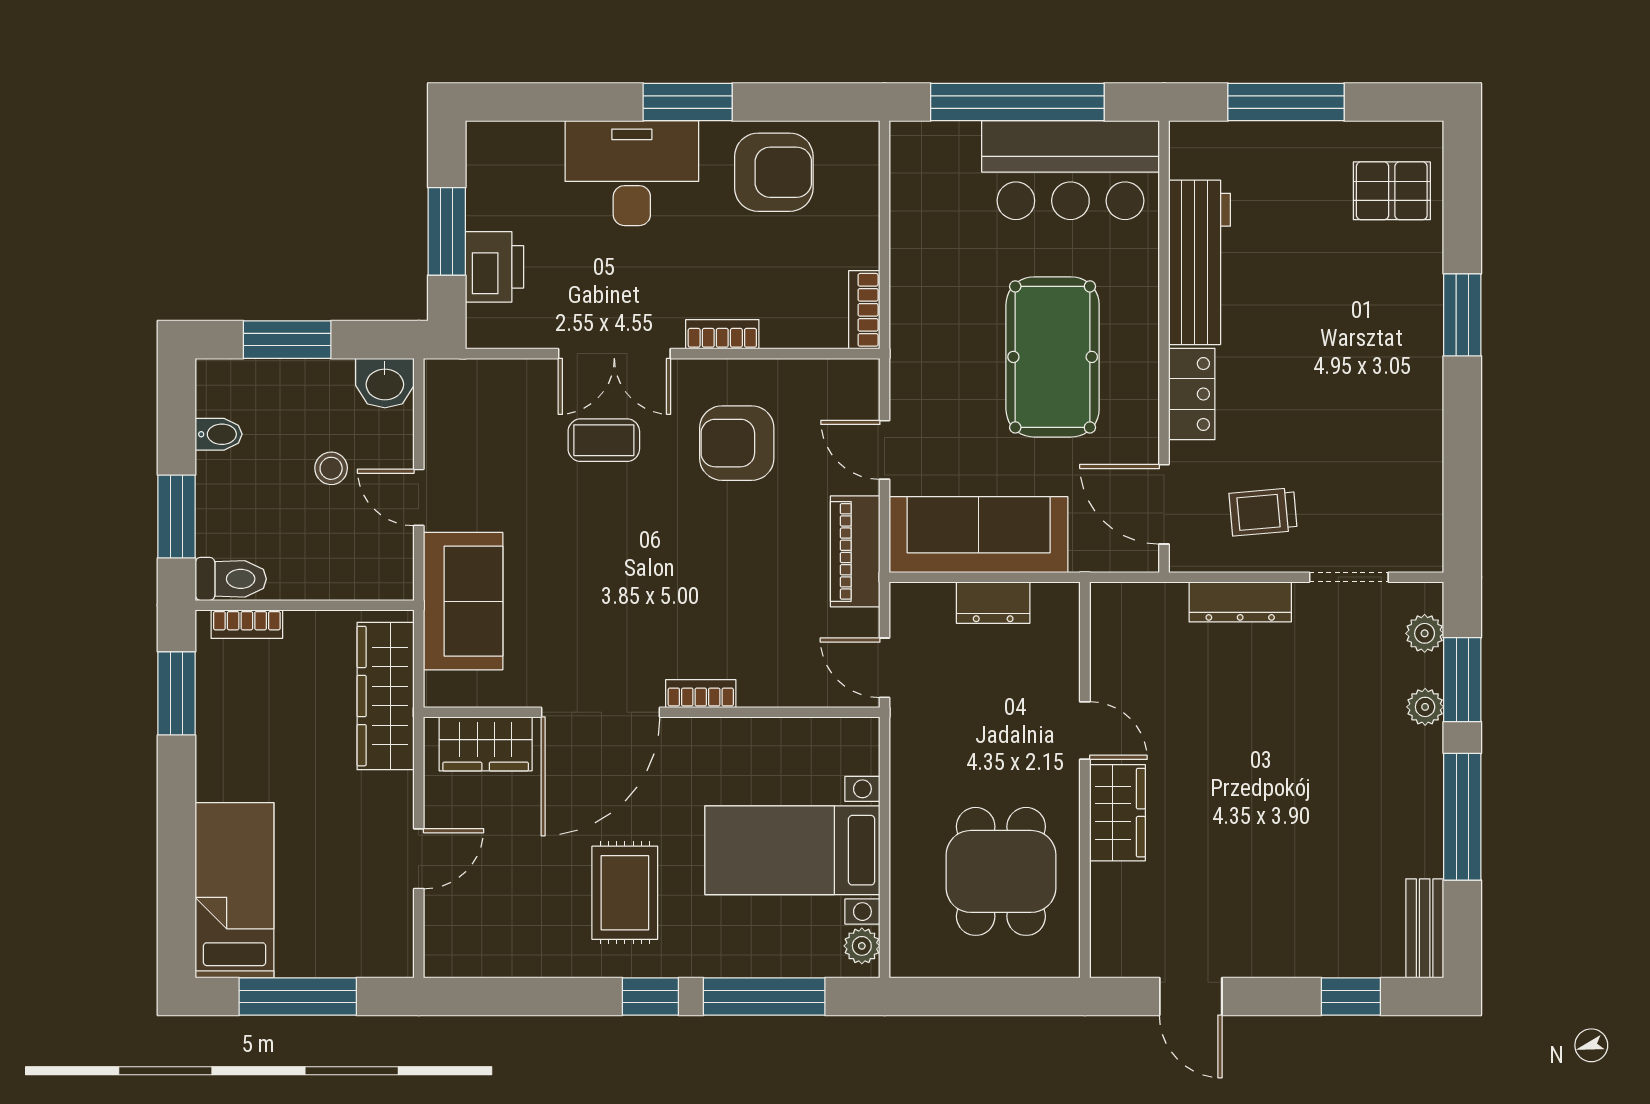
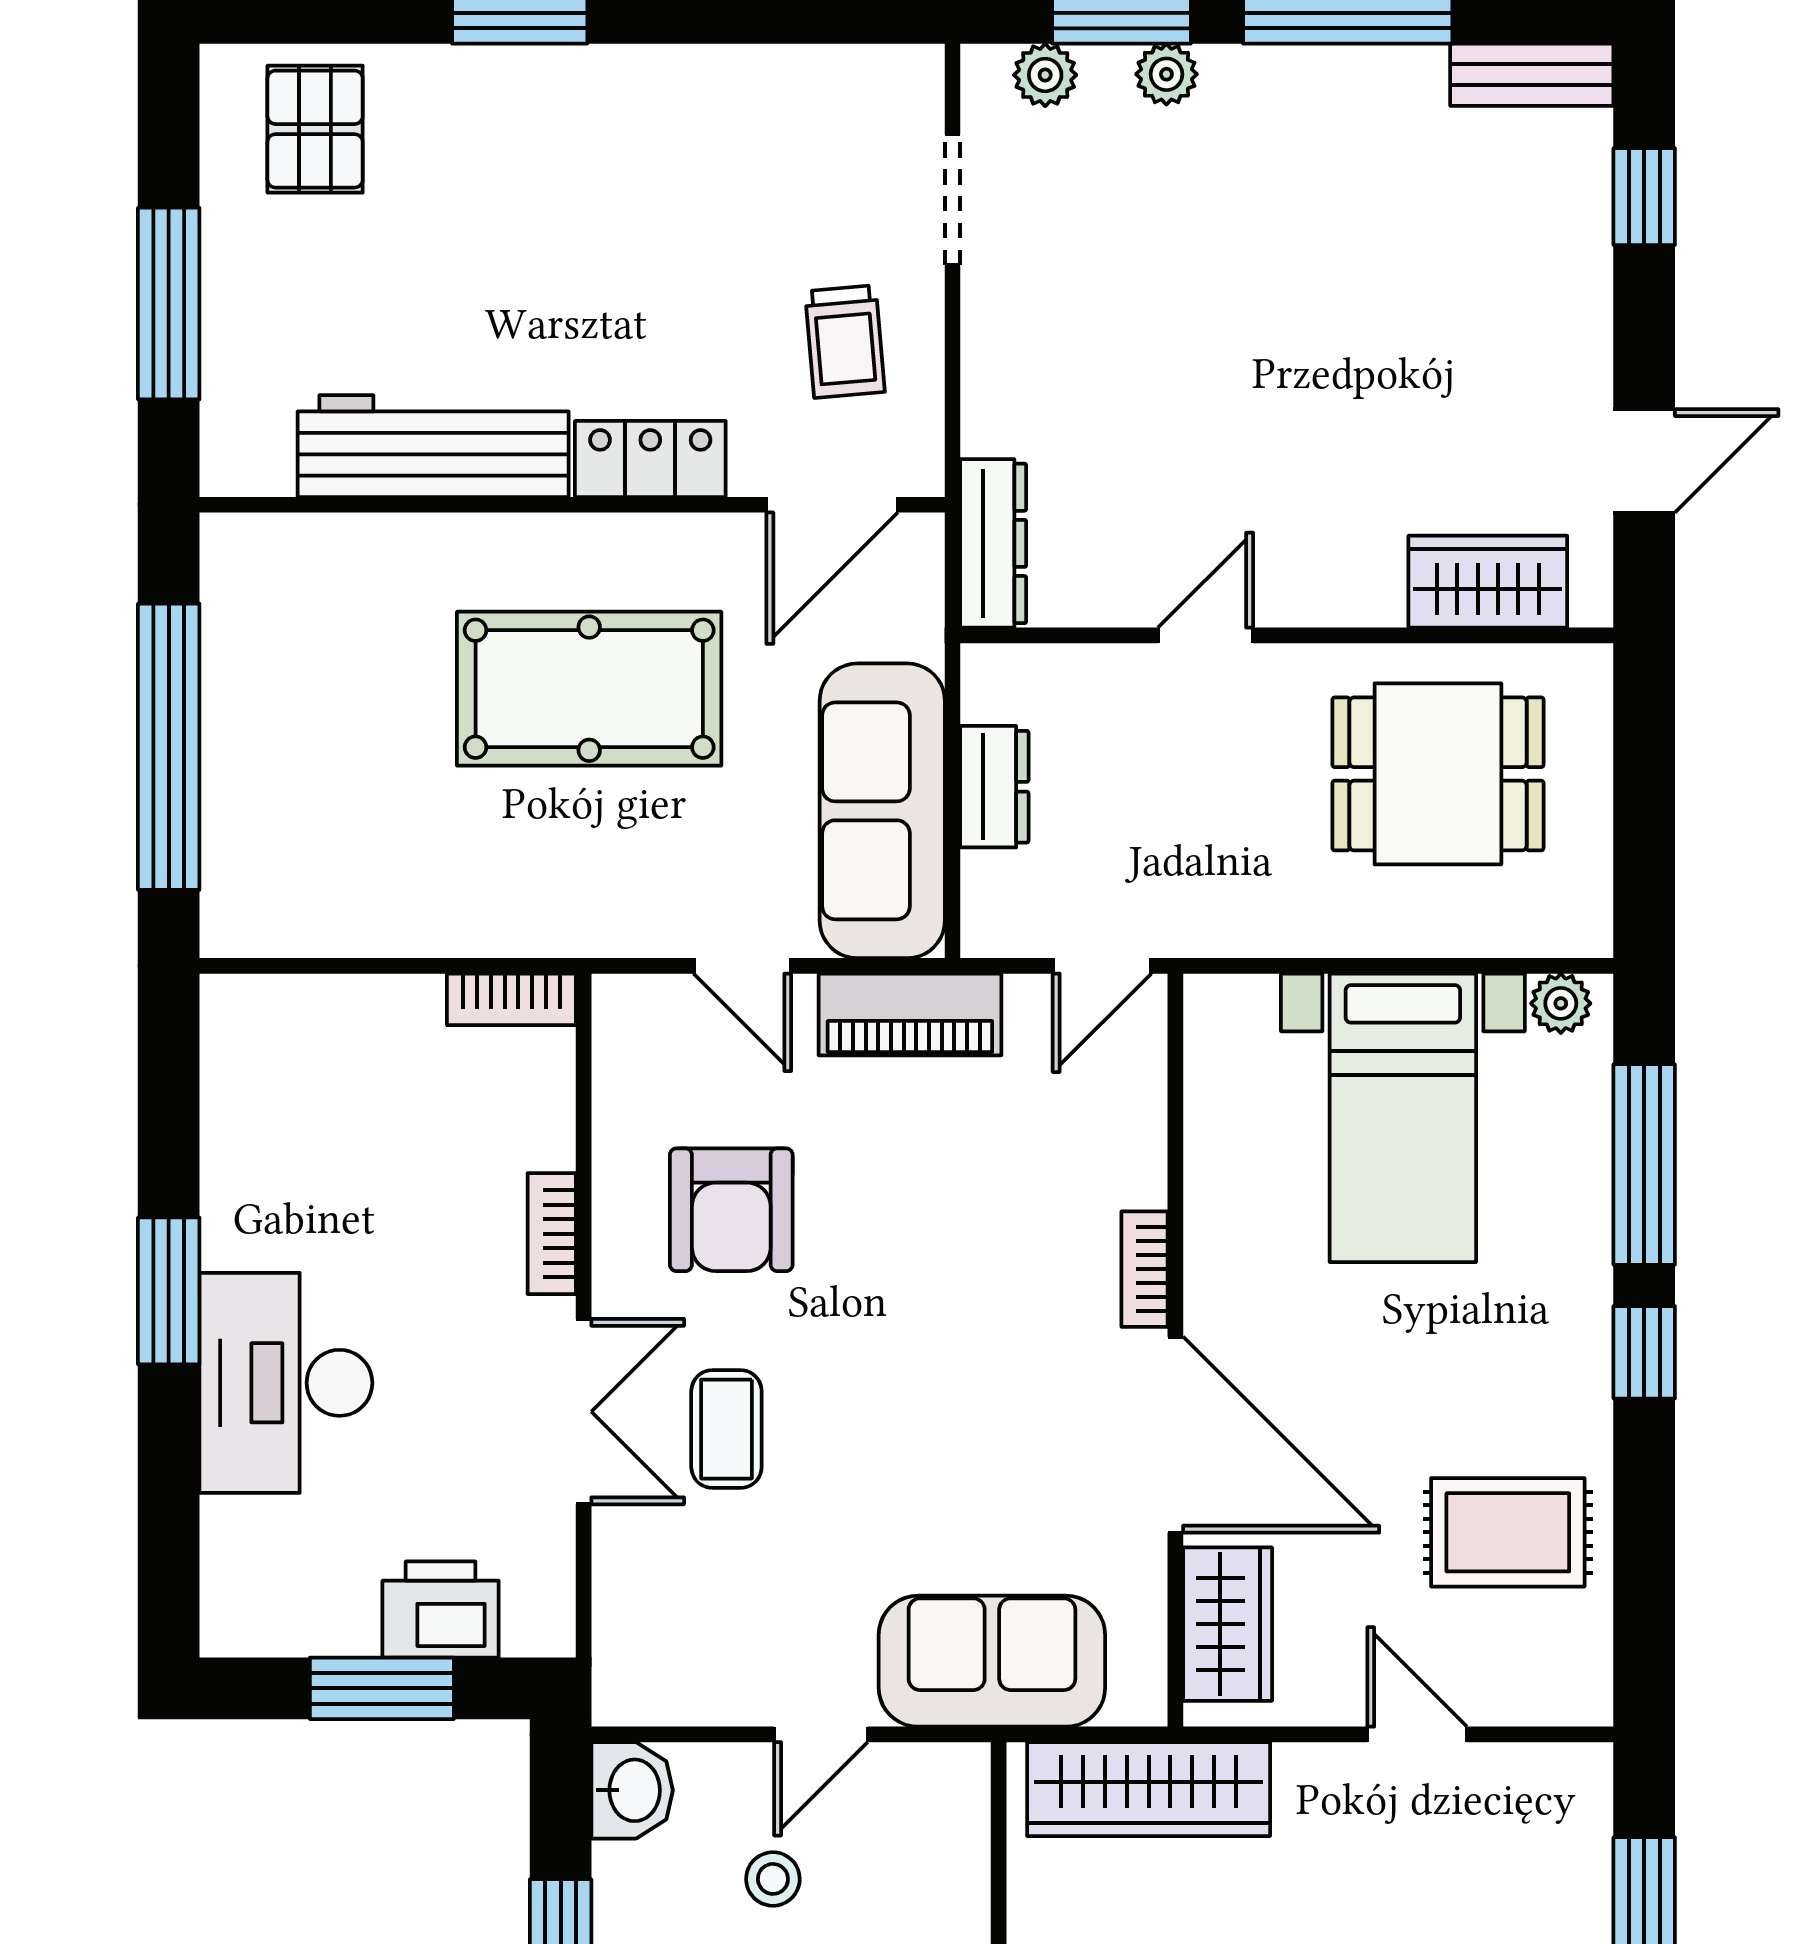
bar counter: (1070, 170) -> (281, 659), removed
armchair: (774, 172) -> (284, 1149), removed
door: (885, 450) -> (742, 966), hinge flipped
dresser: (1240, 602) -> (993, 543), moved
wardrobe: (1117, 813) -> (1488, 582), moved
rug: (625, 893) -> (1508, 1532), moved

